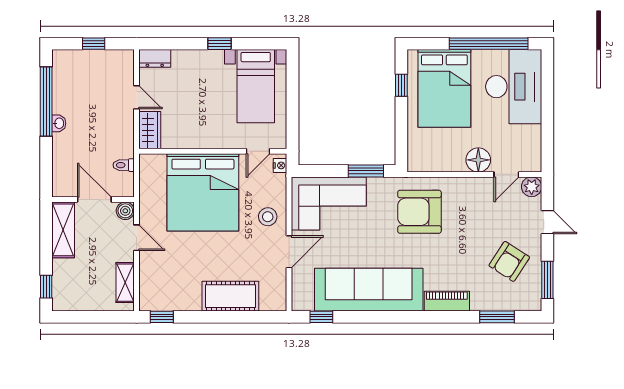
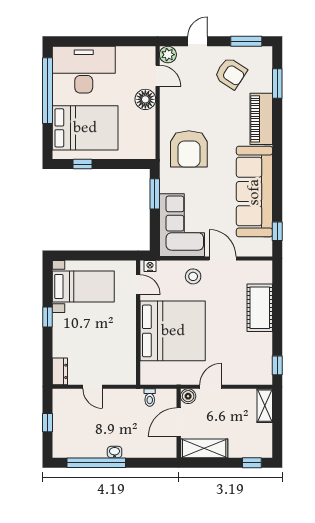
door: (137, 97) -> (93, 387), swing flipped
wardrobe: (150, 130) -> (120, 376), removed
shelving: (125, 283) -> (265, 406), moved, turned 90
piano: (447, 301) -> (261, 119), width x1.37, depth x1.33

